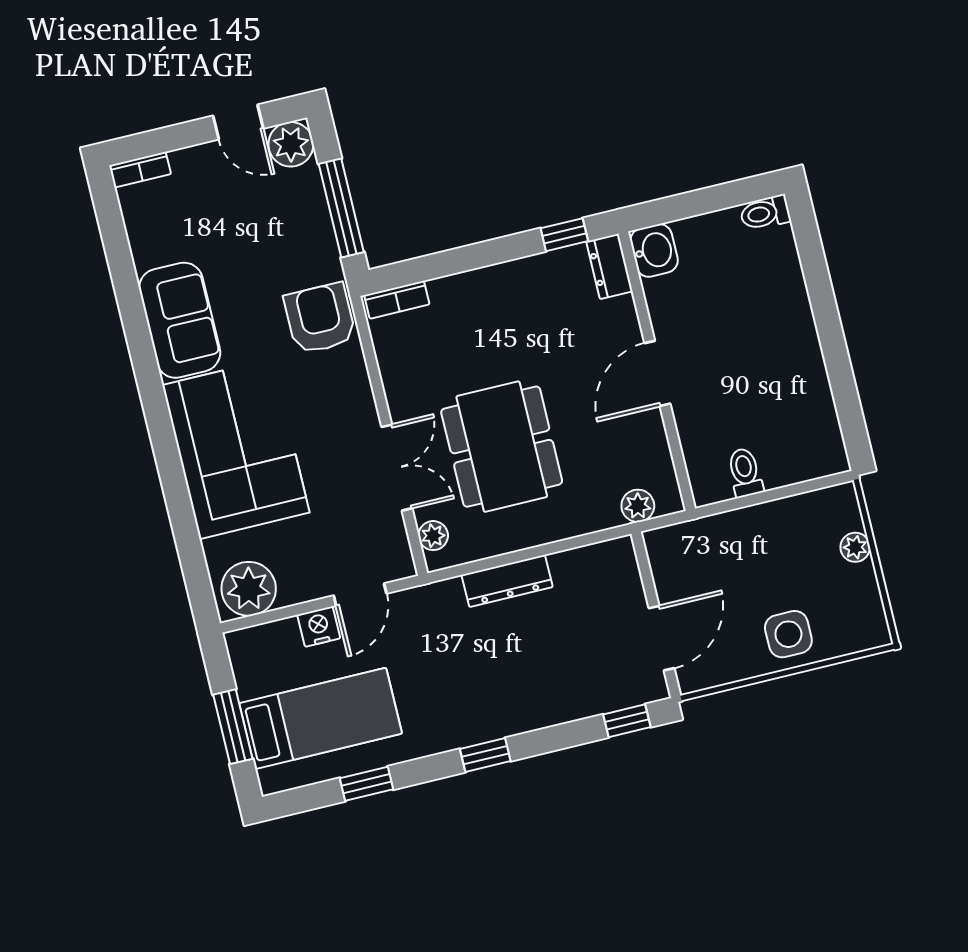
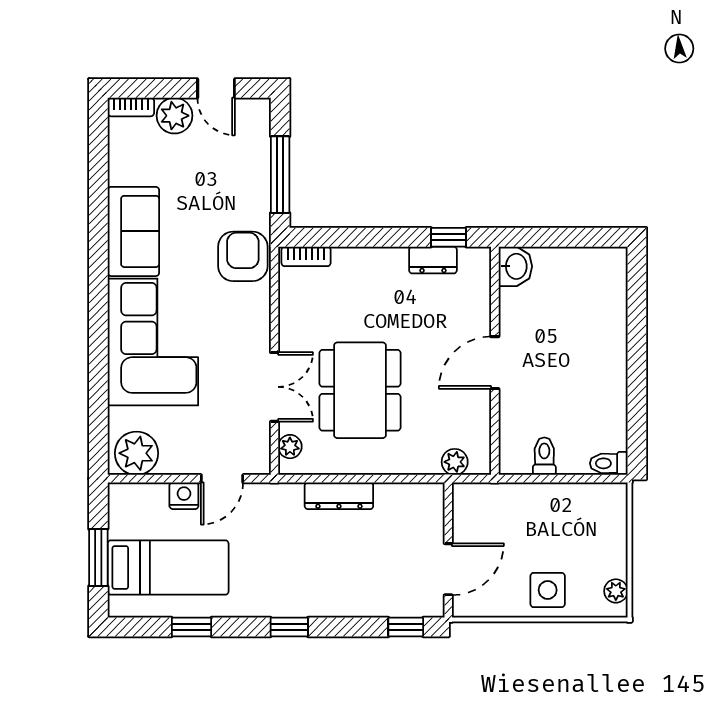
plant: (291, 144) -> (174, 116), moved
toilet: (765, 213) -> (609, 463), moved
dresser: (609, 266) -> (433, 260), moved, turned -90
plant: (855, 547) -> (616, 591), moved

